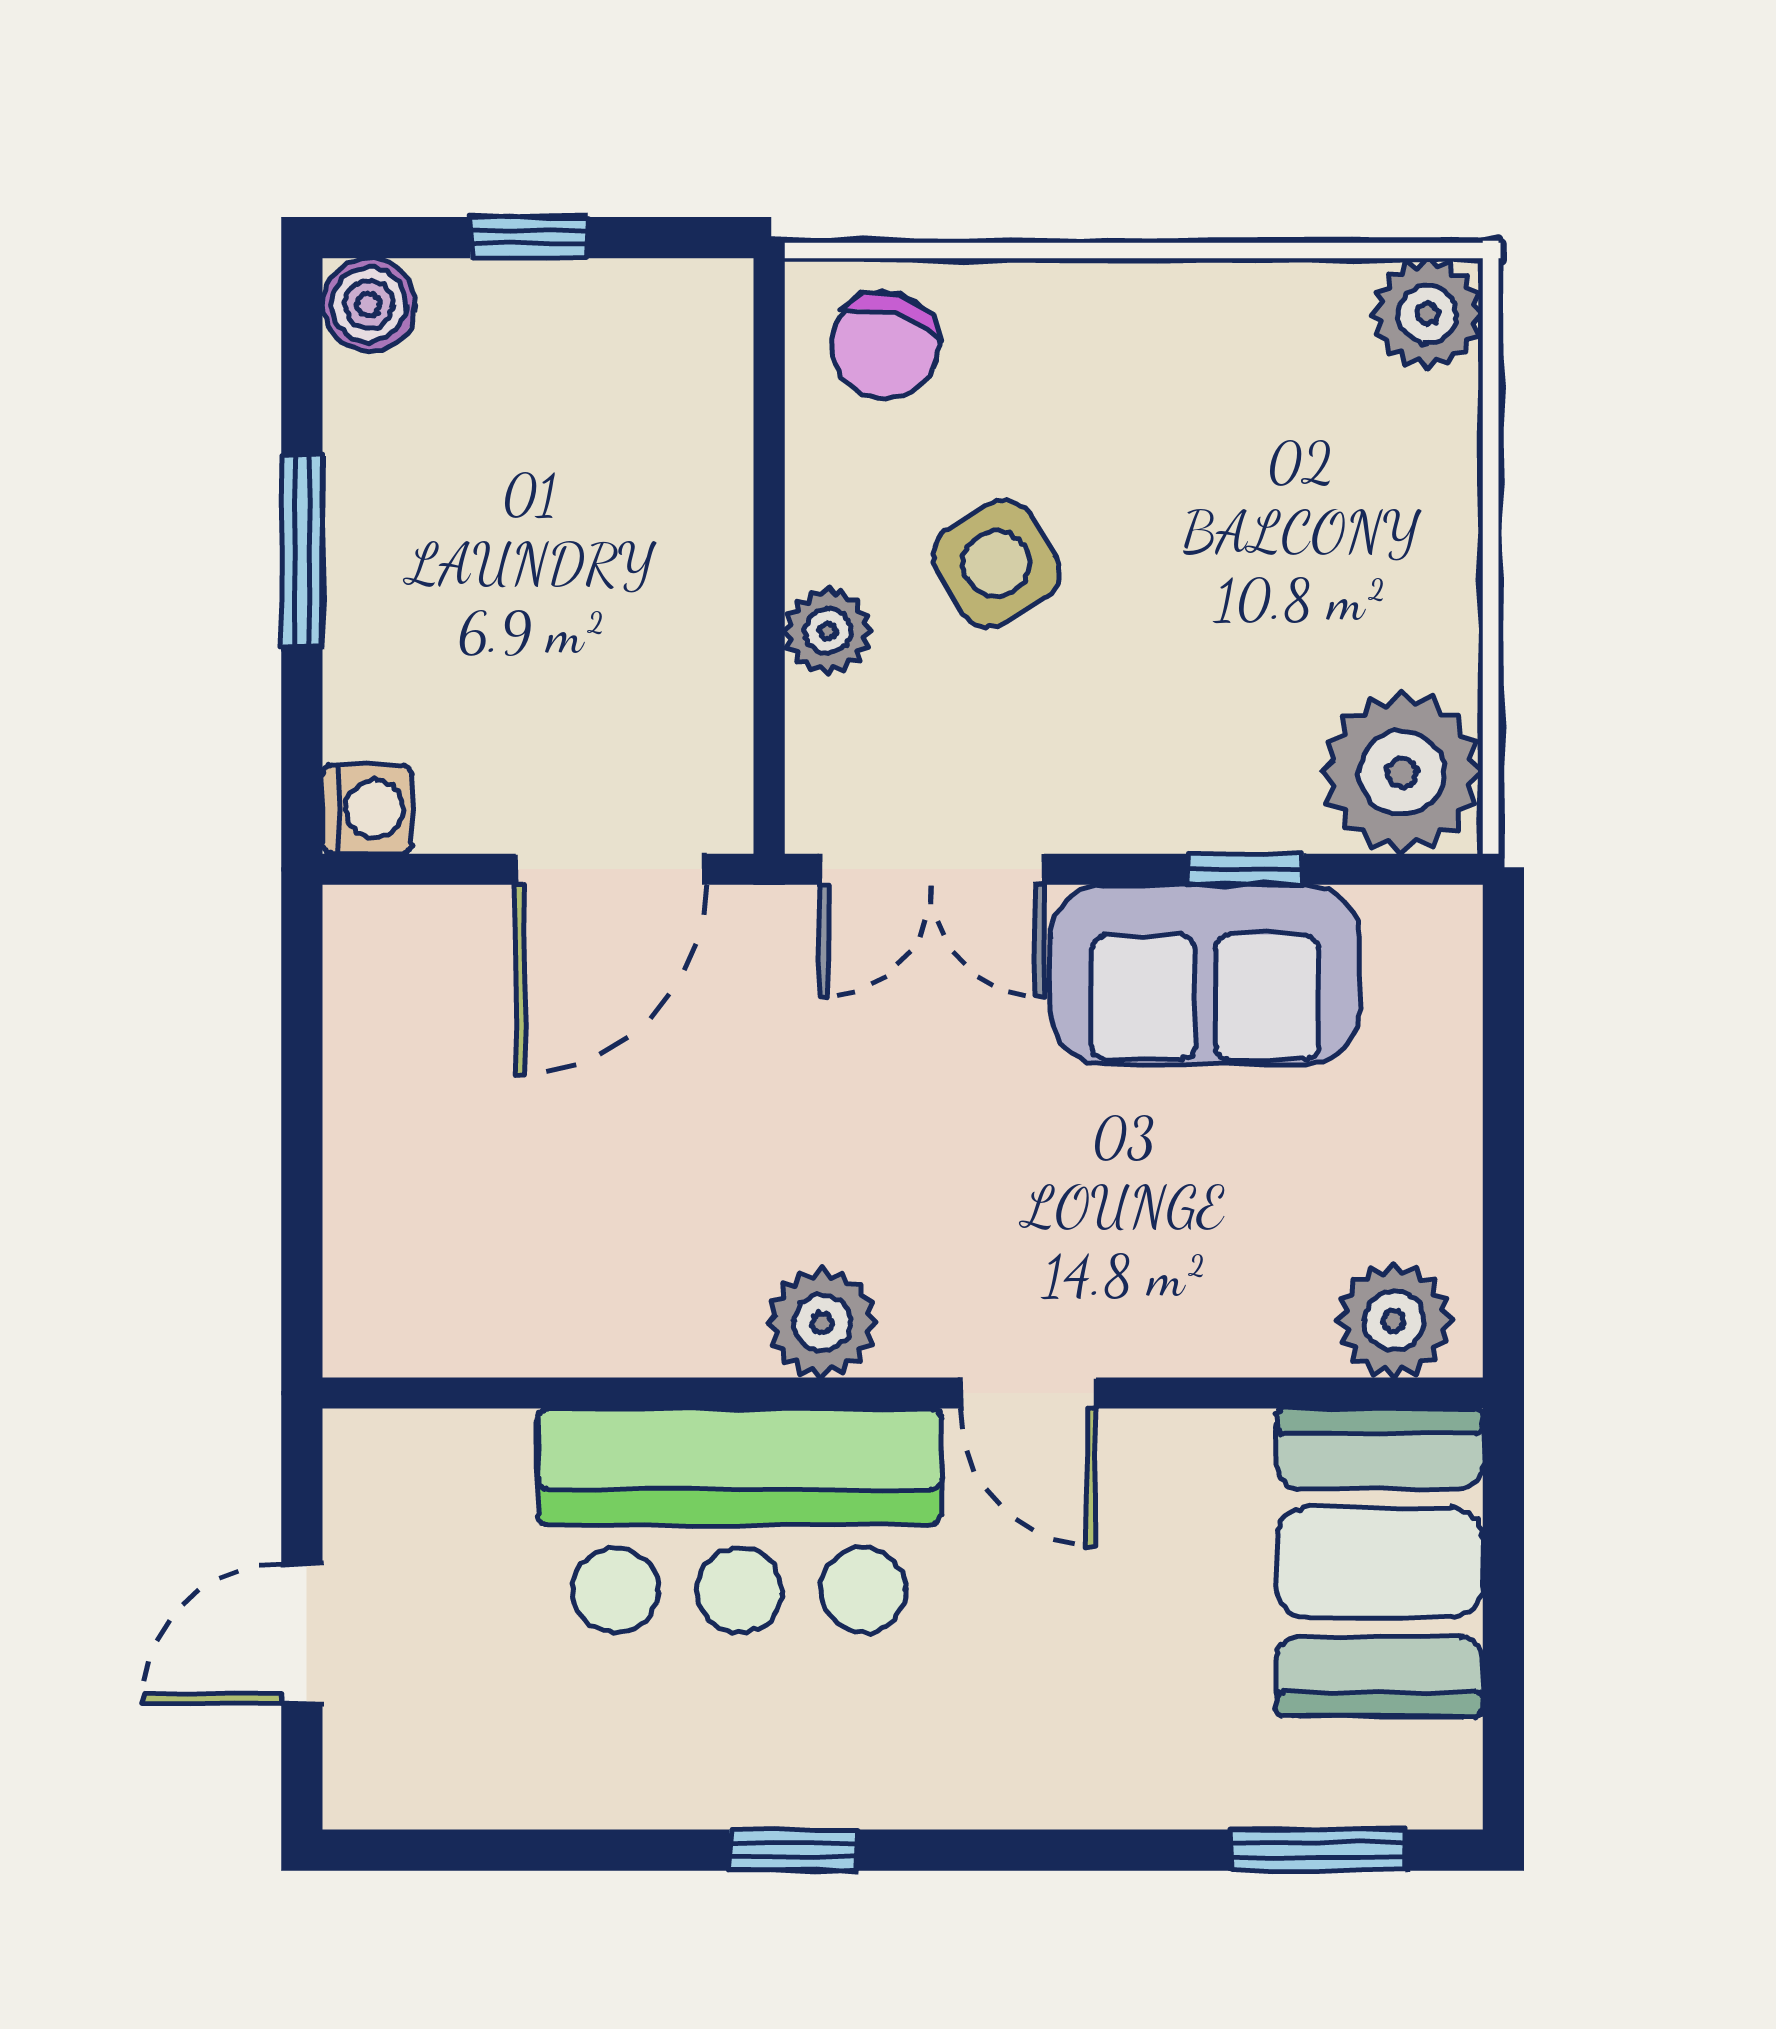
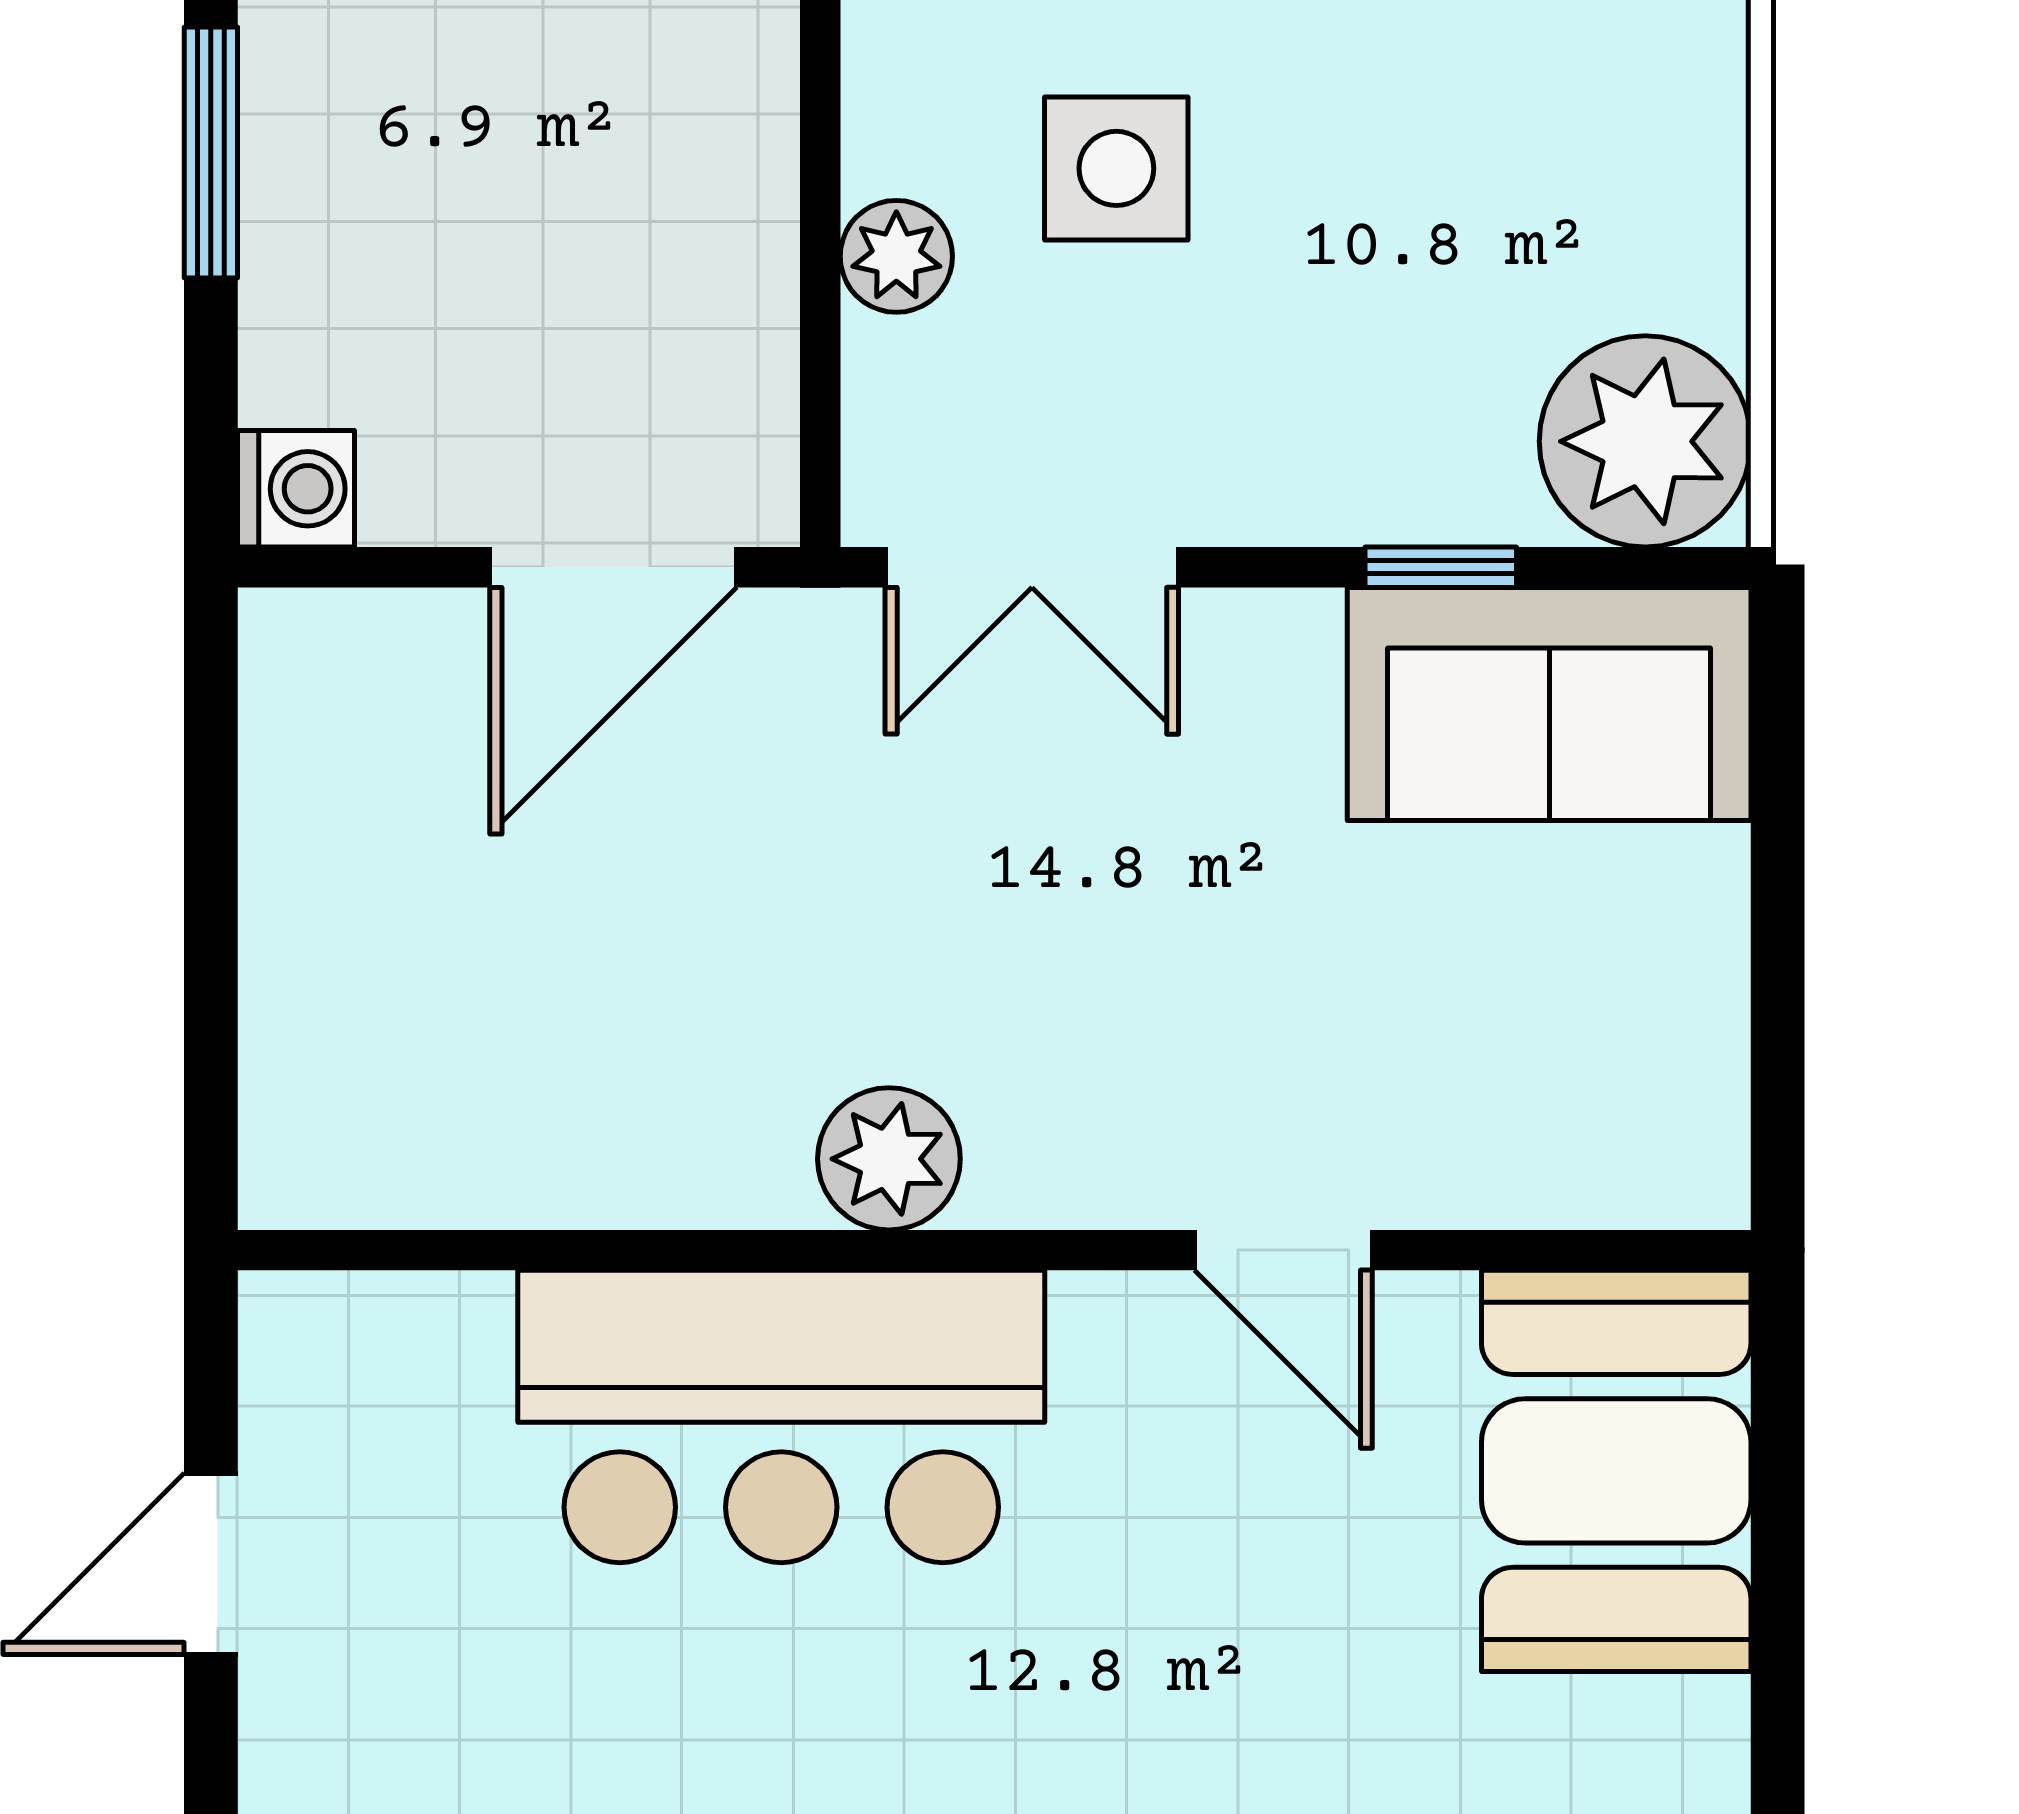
side table: (996, 563) -> (1116, 168), turned 31
sofa: (1205, 974) -> (1549, 704), moved
plant: (1394, 1320) -> (1635, 1155), removed
door: (1028, 1393) -> (1283, 1250), moved

